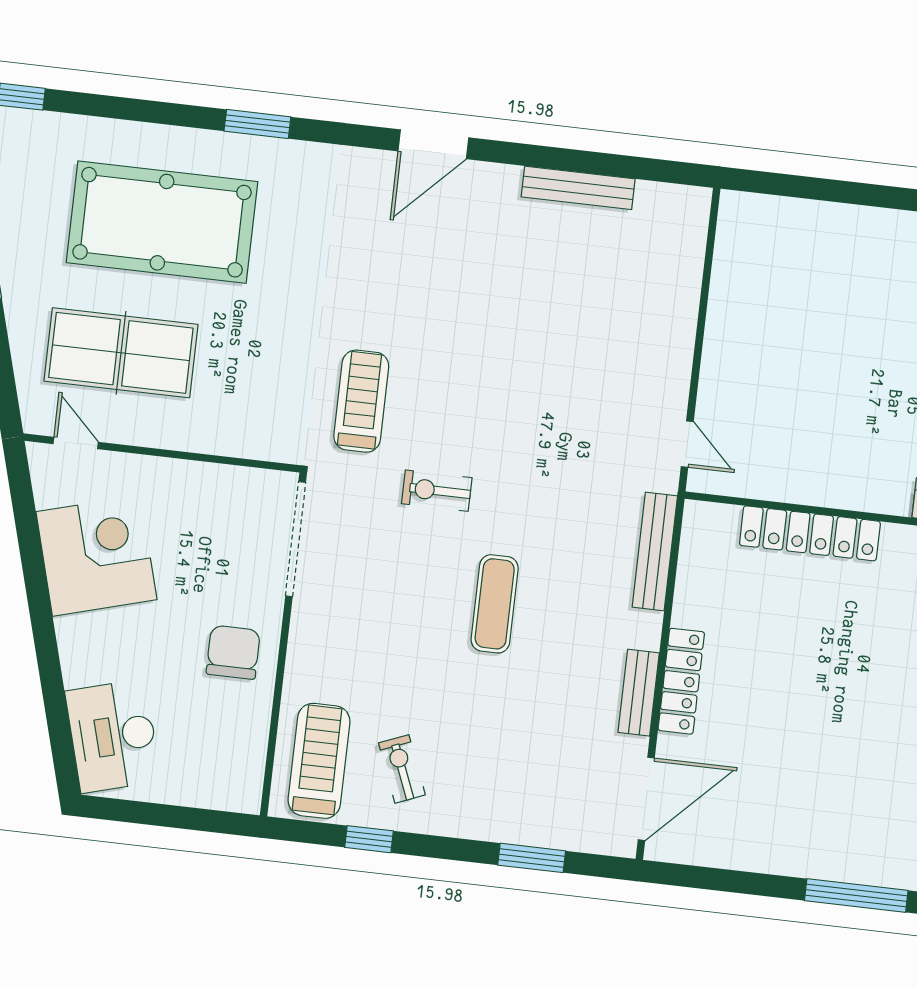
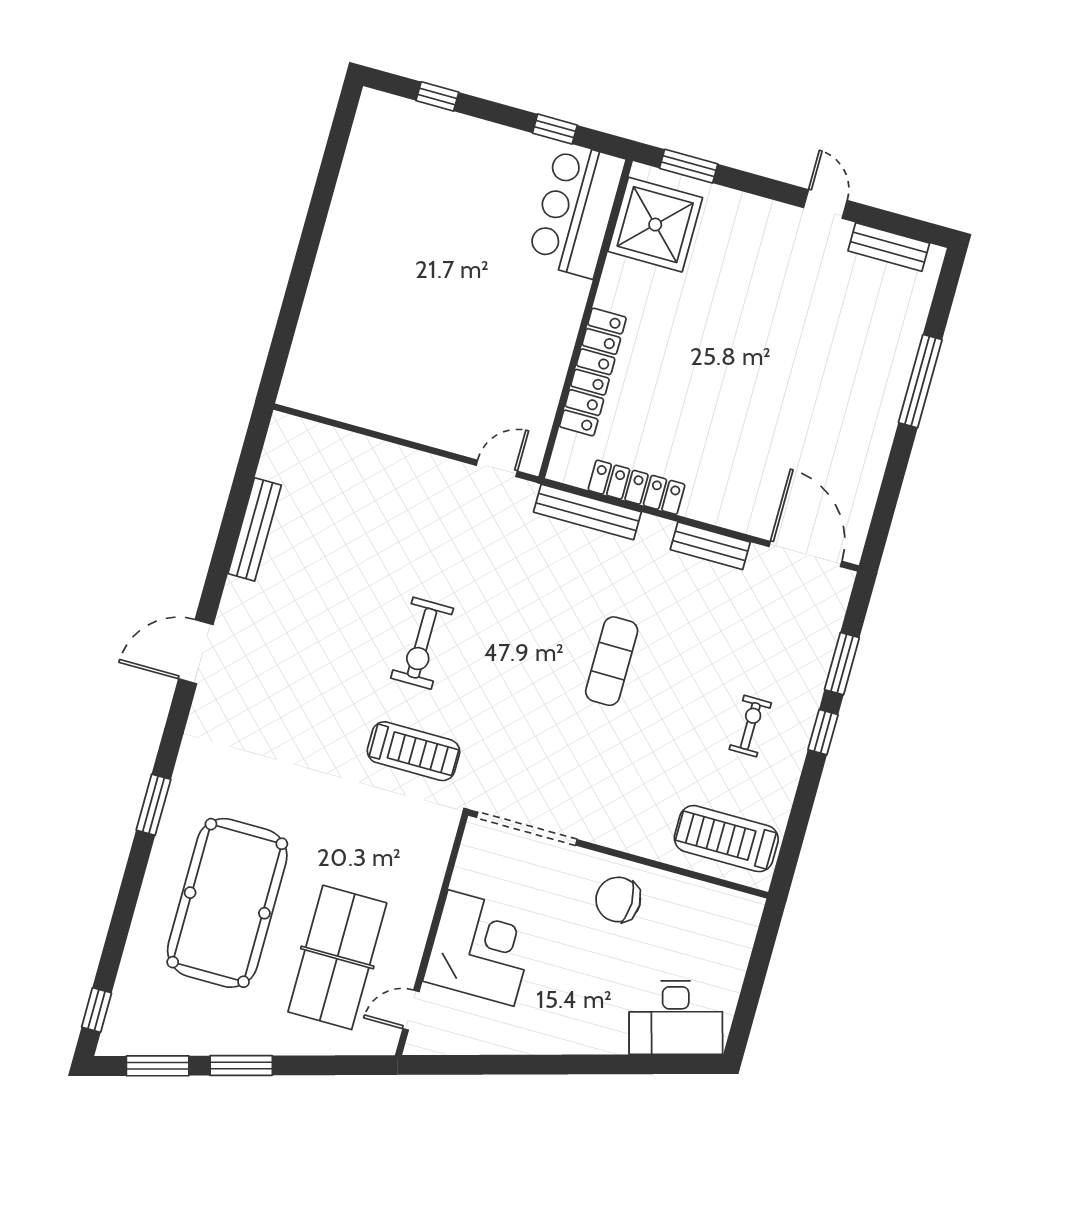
door: (433, 144) -> (196, 652), swing flipped
treadmill: (361, 401) -> (413, 751), turned 180
exercise bike: (437, 491) -> (422, 643), moved, width x1.38, depth x1.39
corner desk: (96, 556) -> (481, 948), moved, turned 106
exercise mat: (495, 604) -> (612, 661), turned 90
locker: (681, 681) -> (637, 487), moved
exercise bike: (402, 769) -> (750, 726), moved, turned 112
window: (369, 839) -> (823, 732), moved

